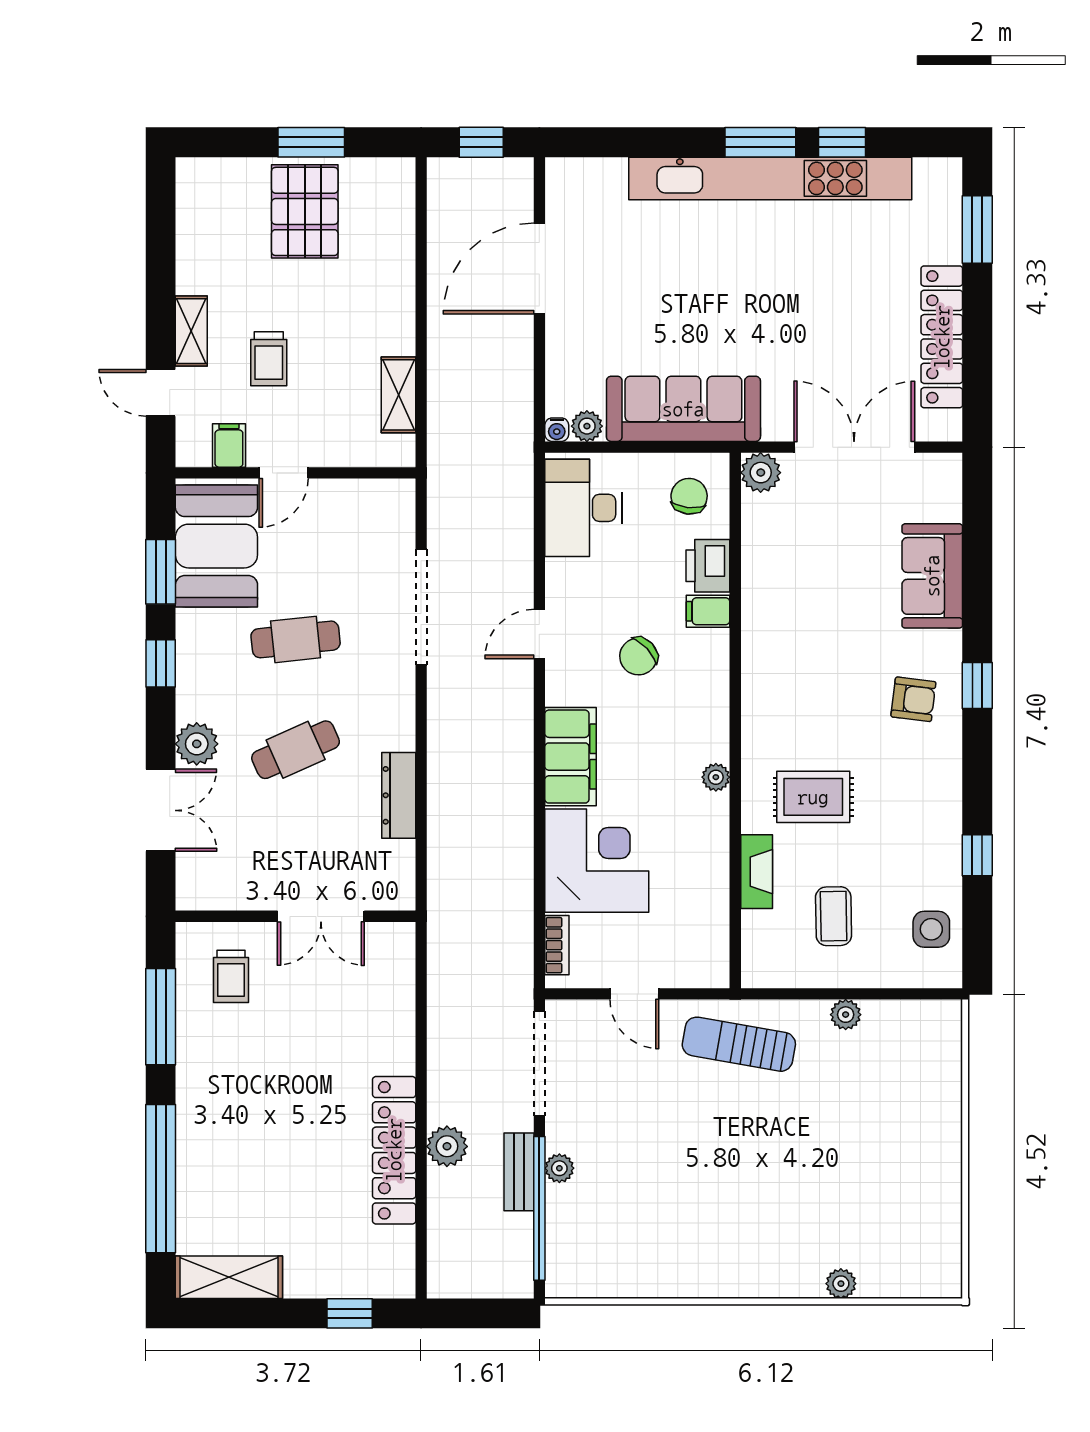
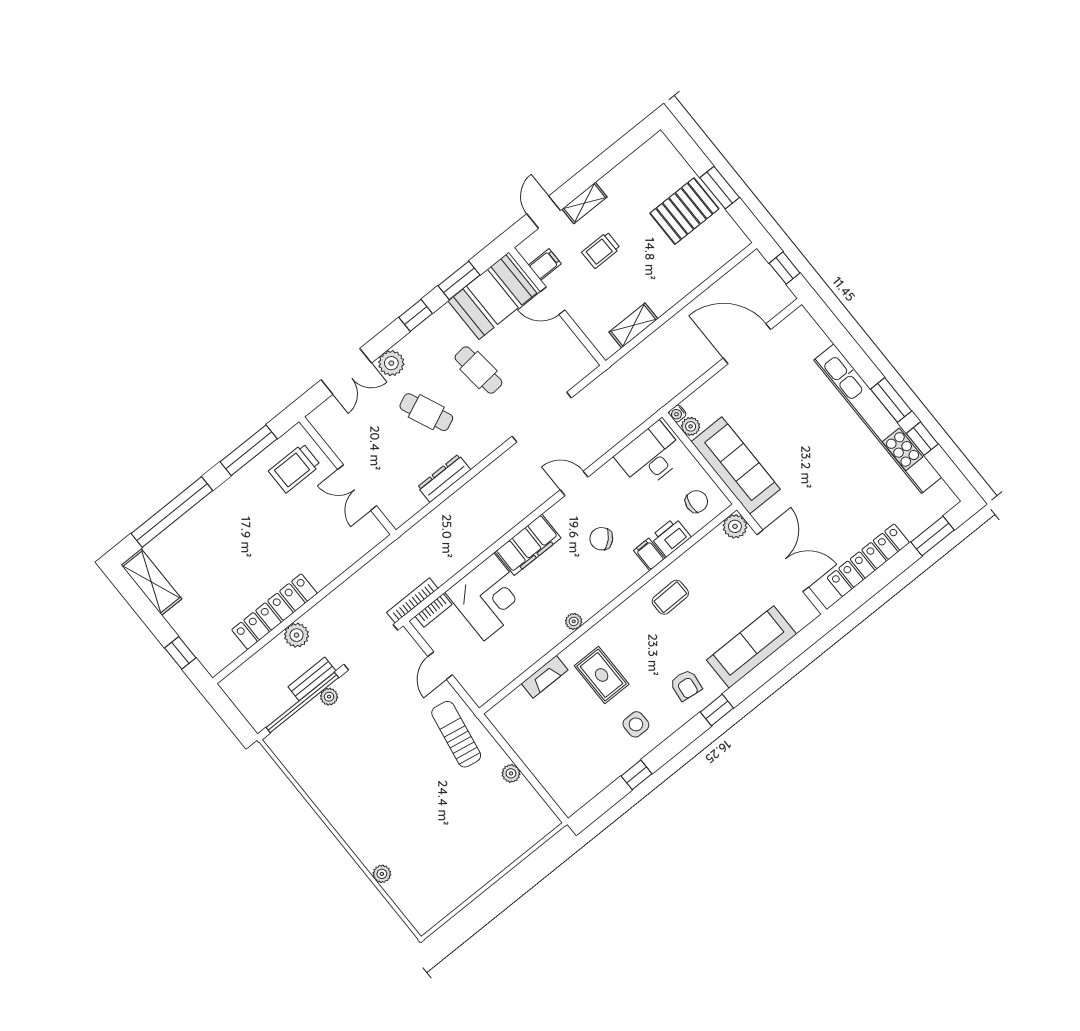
sofa: (932, 576) -> (752, 647), width x1.36
coffee table: (834, 916) -> (670, 597), moved
side table: (931, 929) -> (636, 724), moved
bookcase: (522, 962) -> (412, 600), added
trolley: (231, 976) -> (294, 468), width x1.36, depth x1.39

